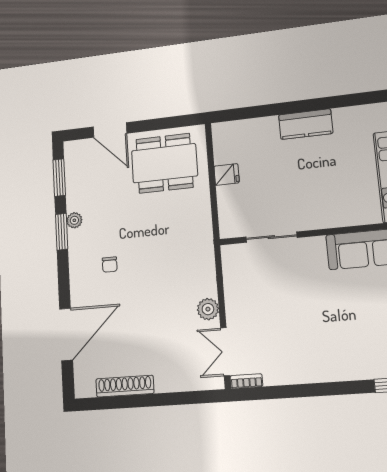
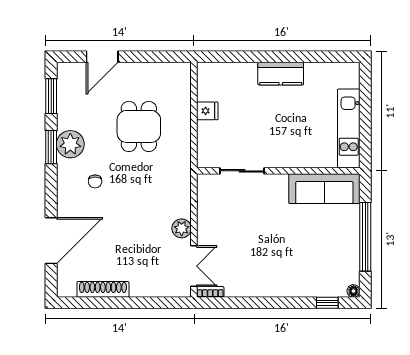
door: (110, 130) -> (102, 57), hinge flipped
dining table: (164, 163) -> (139, 126), moved, width x0.73
plant: (74, 220) -> (70, 144), width x1.88, depth x1.88
double door: (225, 352) -> (194, 266), swing flipped

